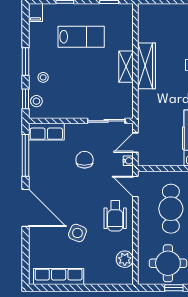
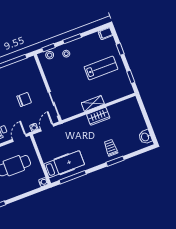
lab bench: (81, 37) -> (101, 68), turned -90
wardrobe: (147, 66) -> (98, 116), width x0.67
row of seats: (46, 132) -> (33, 69), removed
door: (135, 143) -> (47, 128), hinge flipped

